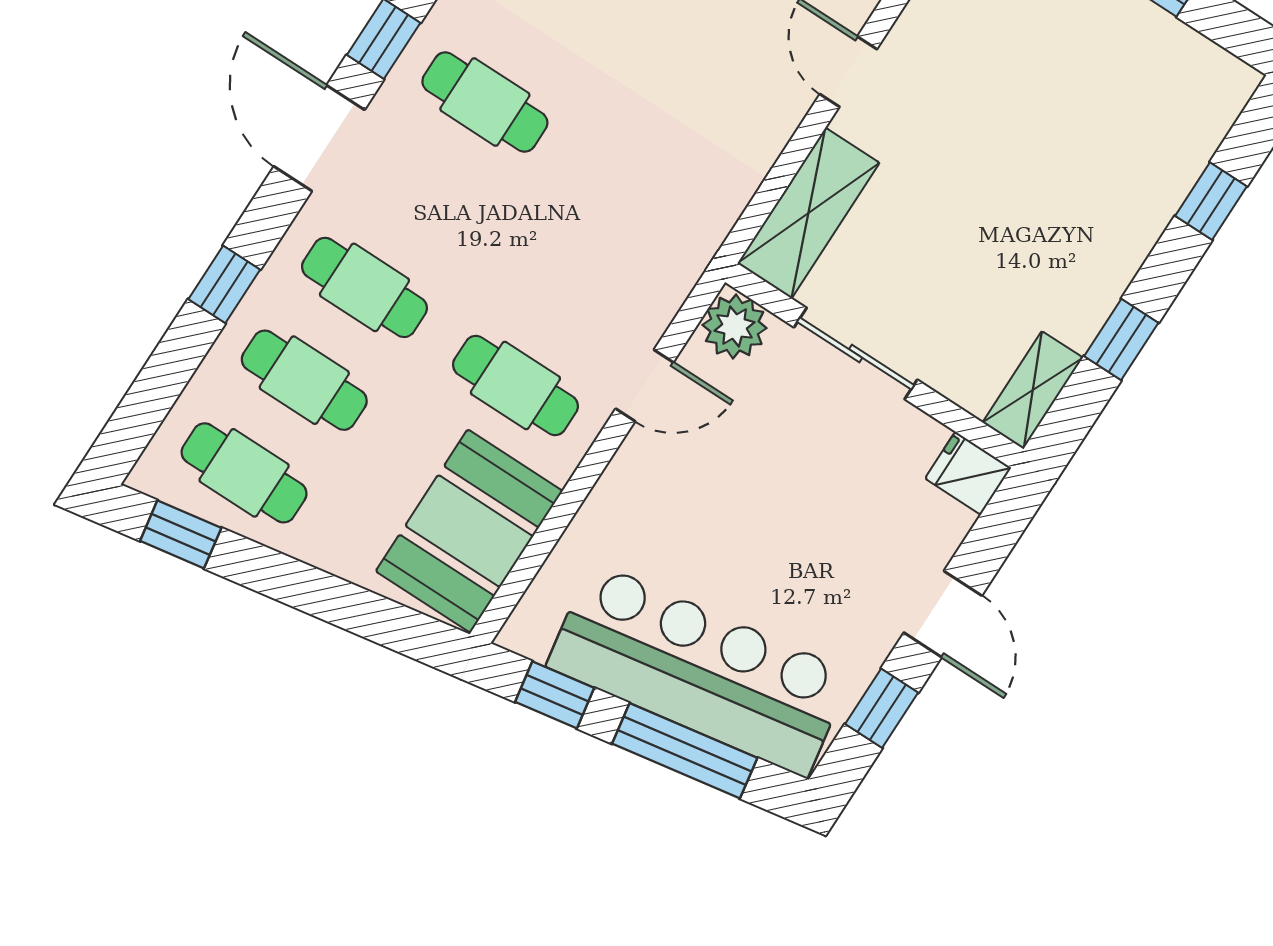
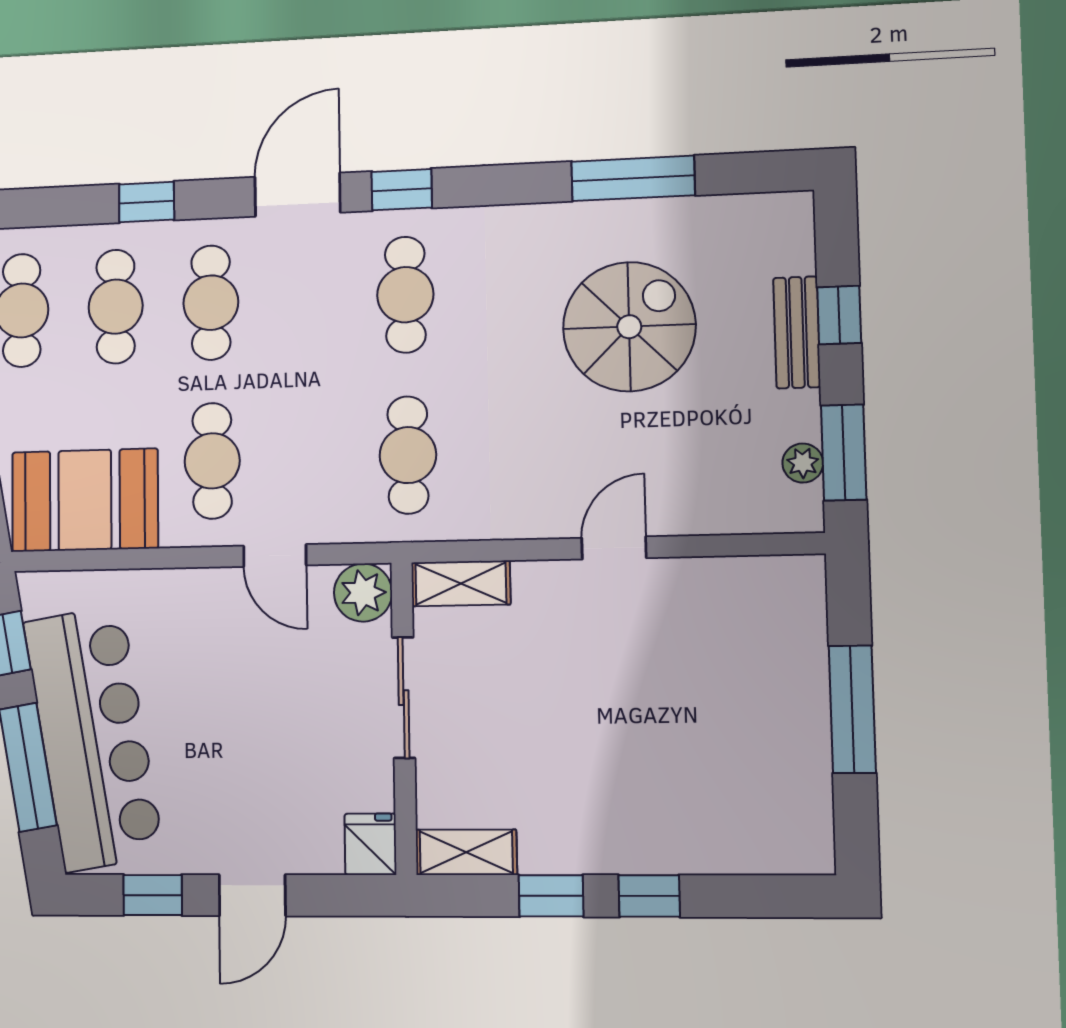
cafe table: (636, 200) -> (408, 455), added
window: (1211, 201) -> (649, 896), moved
shelving: (808, 213) -> (461, 583), width x0.67, depth x0.75

